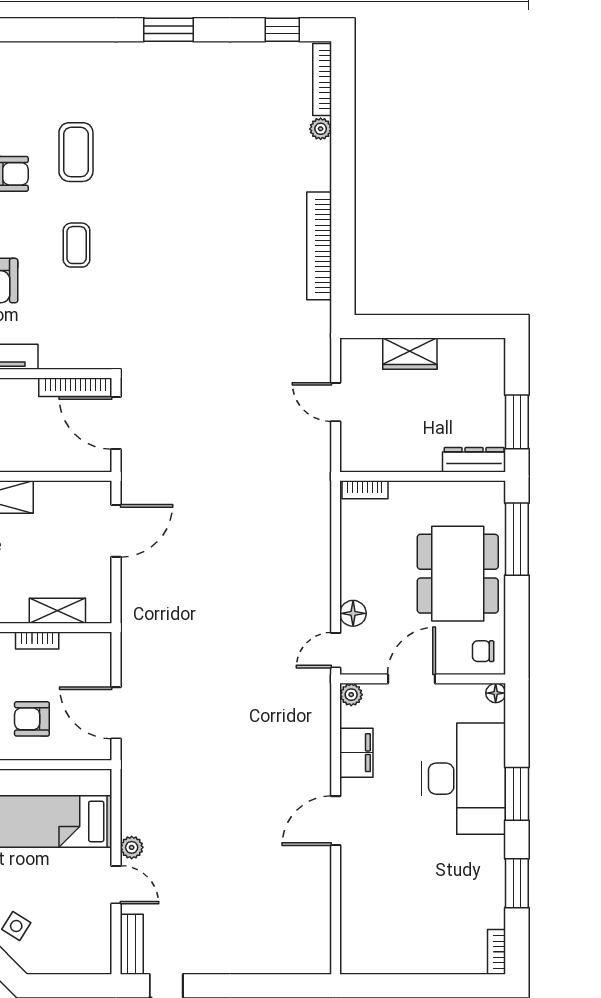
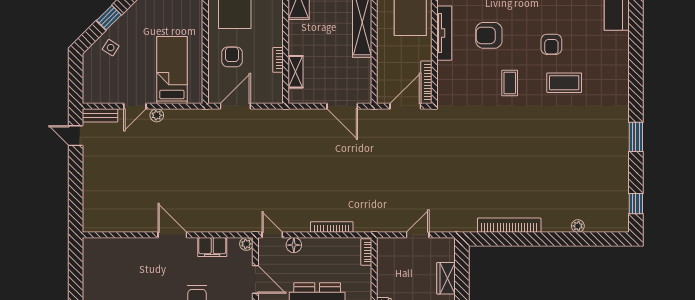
bookcase: (322, 80) -> (332, 227), moved
coffee table: (77, 245) -> (510, 83), turned 90

